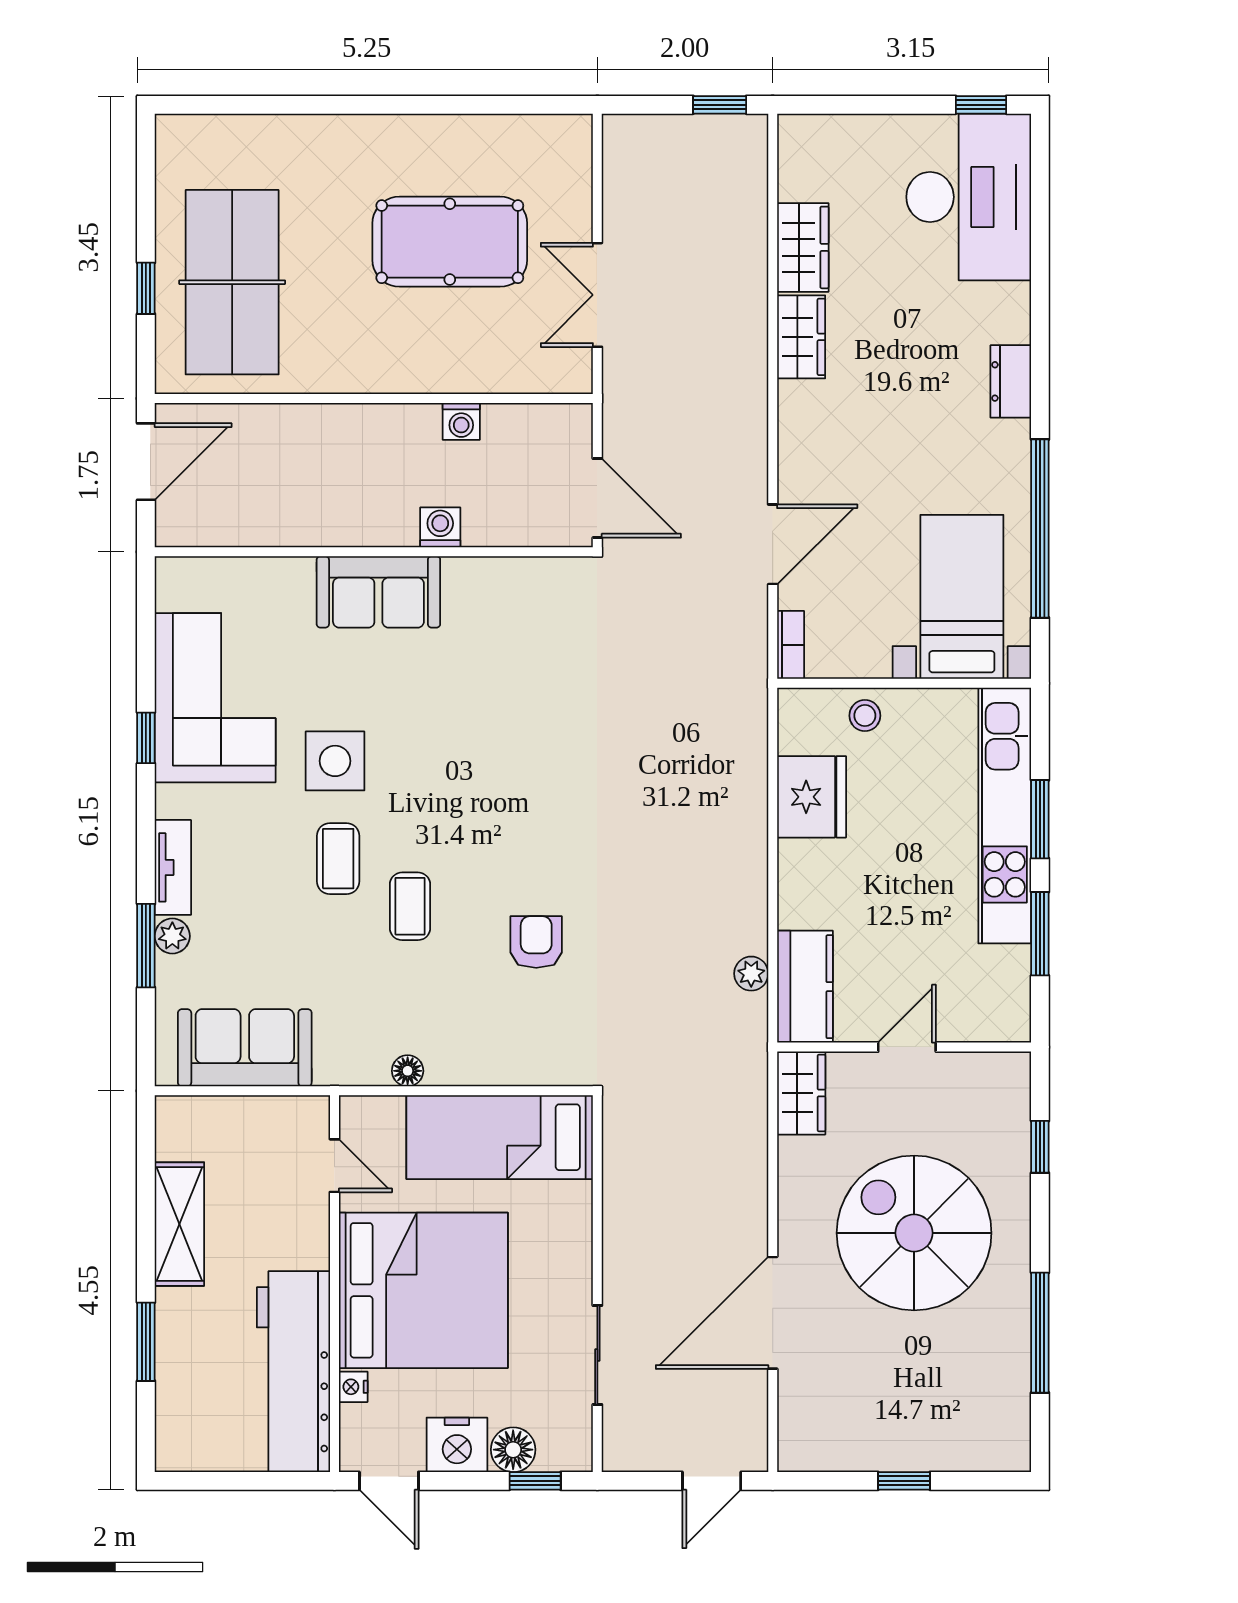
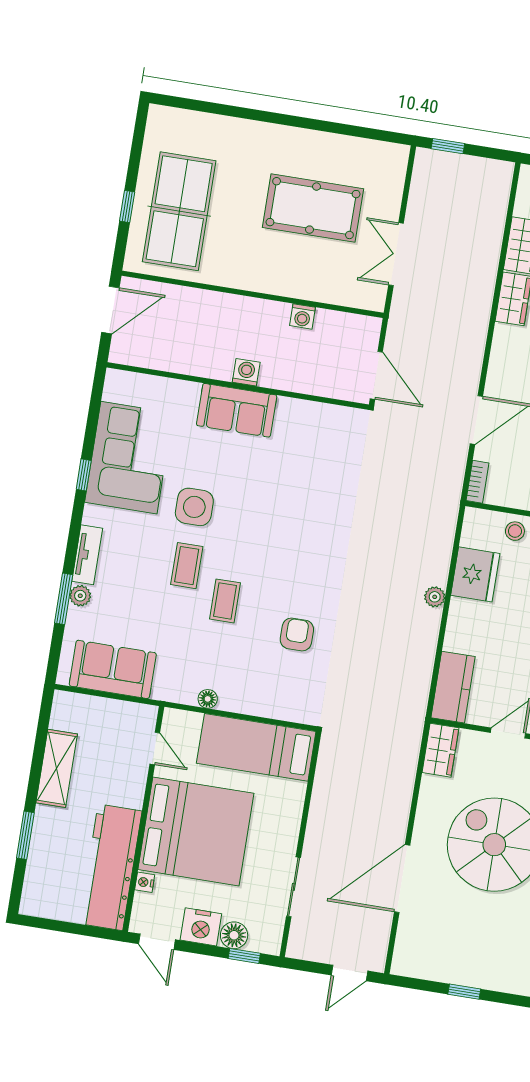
window: (720, 105) -> (448, 146), moved
washing machine: (440, 527) -> (246, 372), moved
plant: (751, 974) -> (435, 597), moved

